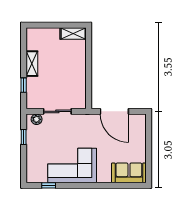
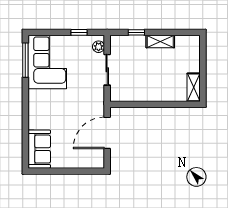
corner sofa: (72, 166) -> (47, 62), moved
window: (49, 185) -> (25, 60), width x2.17

